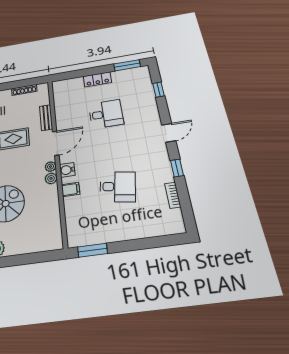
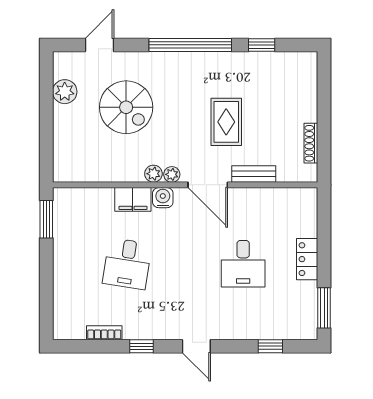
filing cabinet: (71, 189) -> (133, 199), width x2.00

